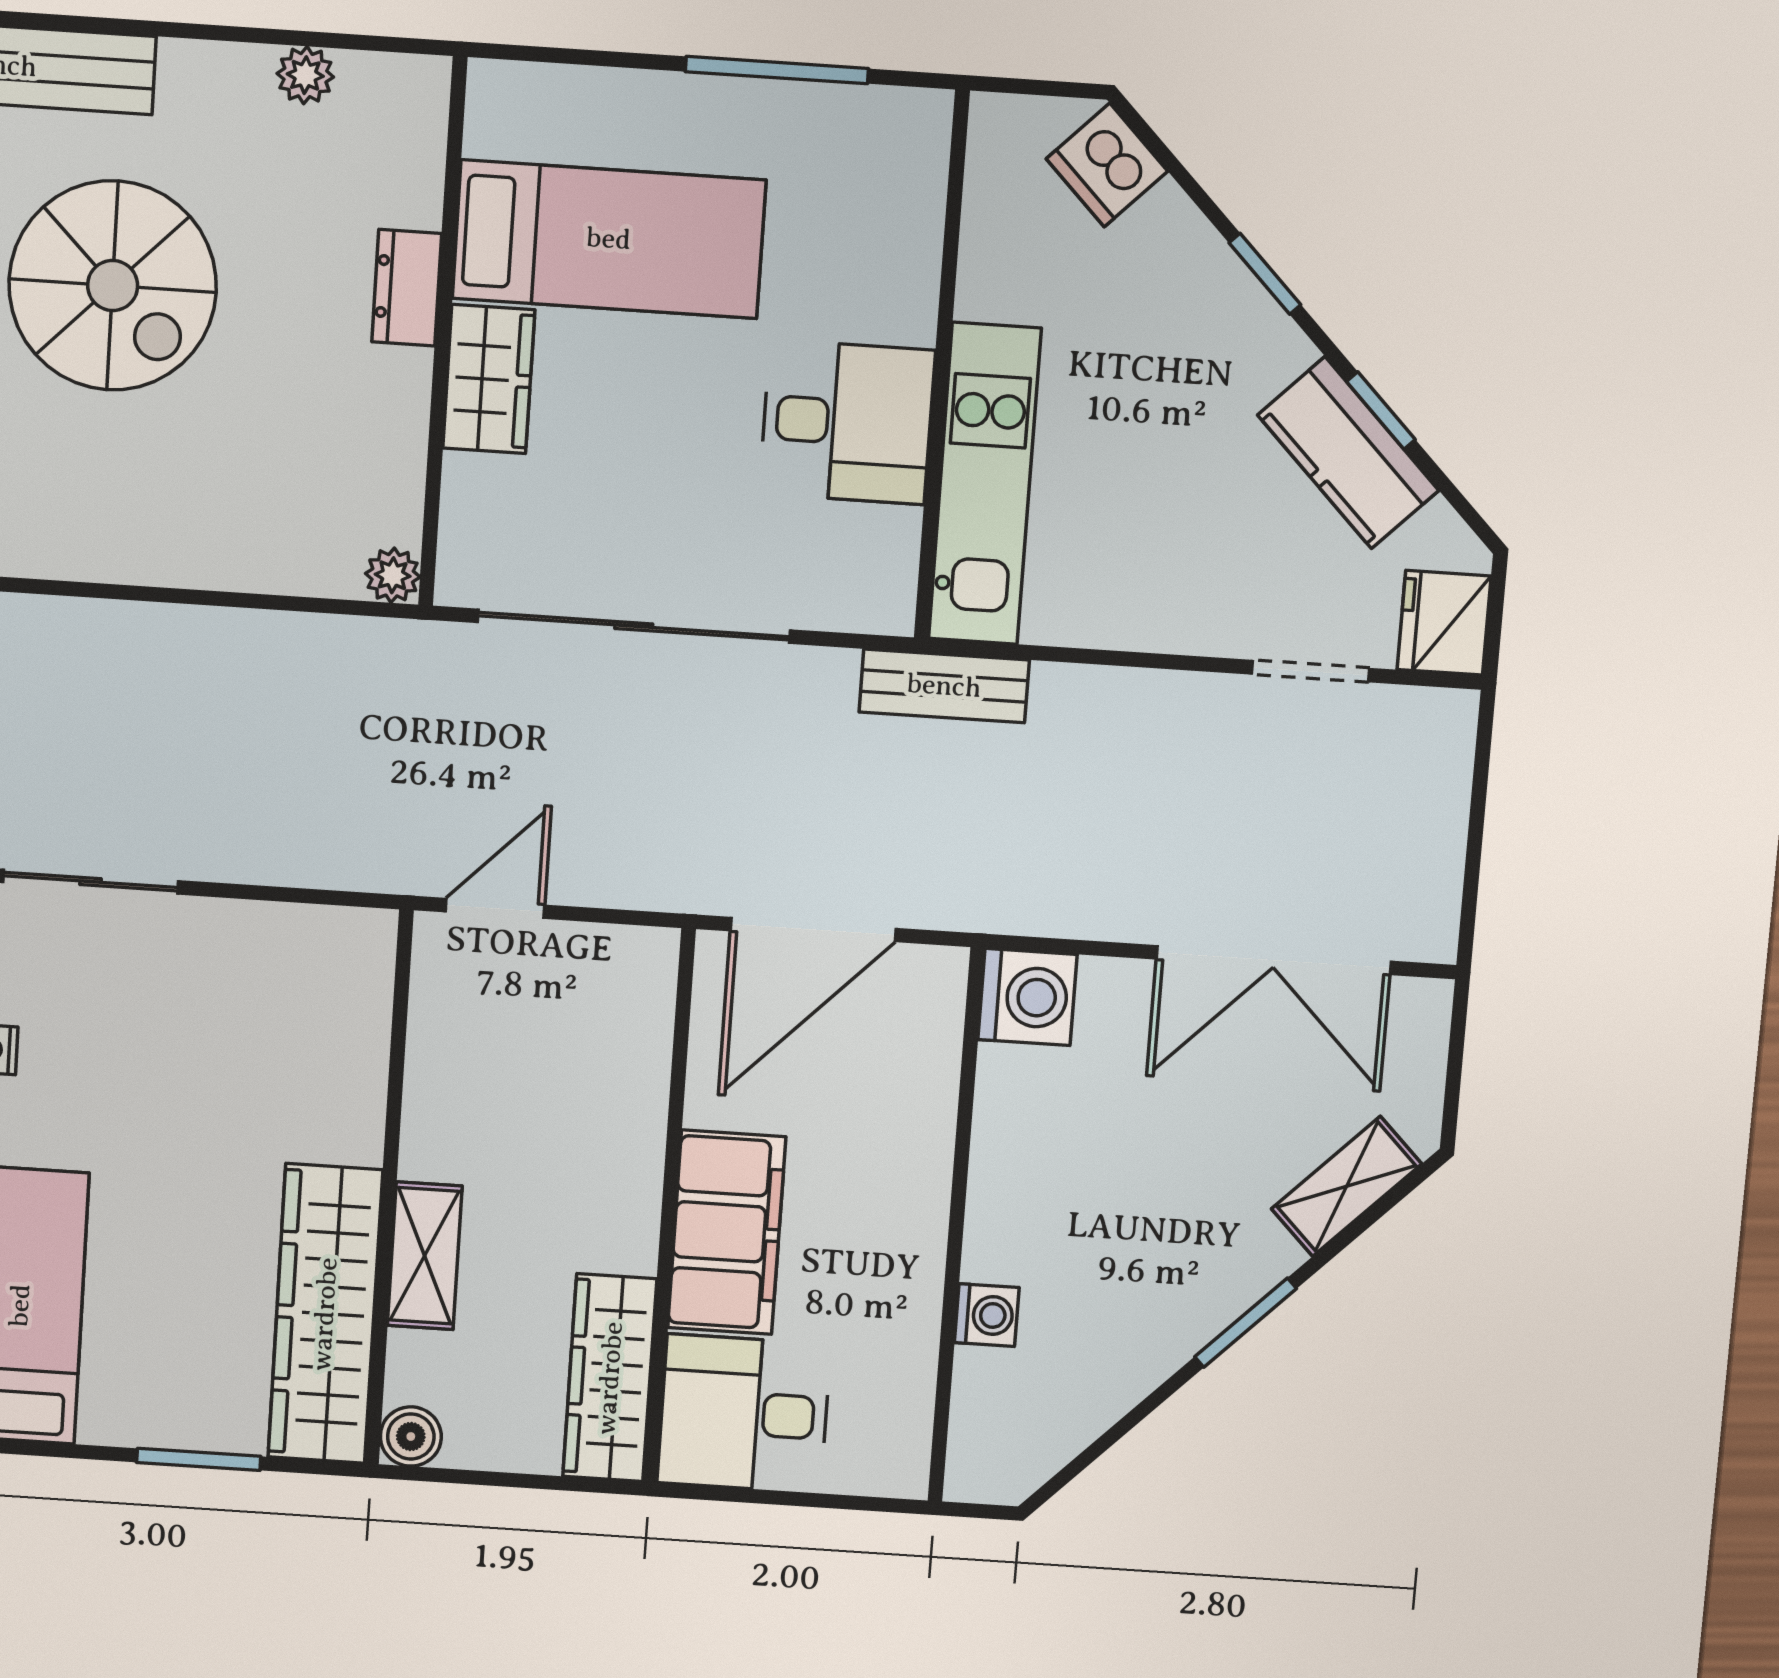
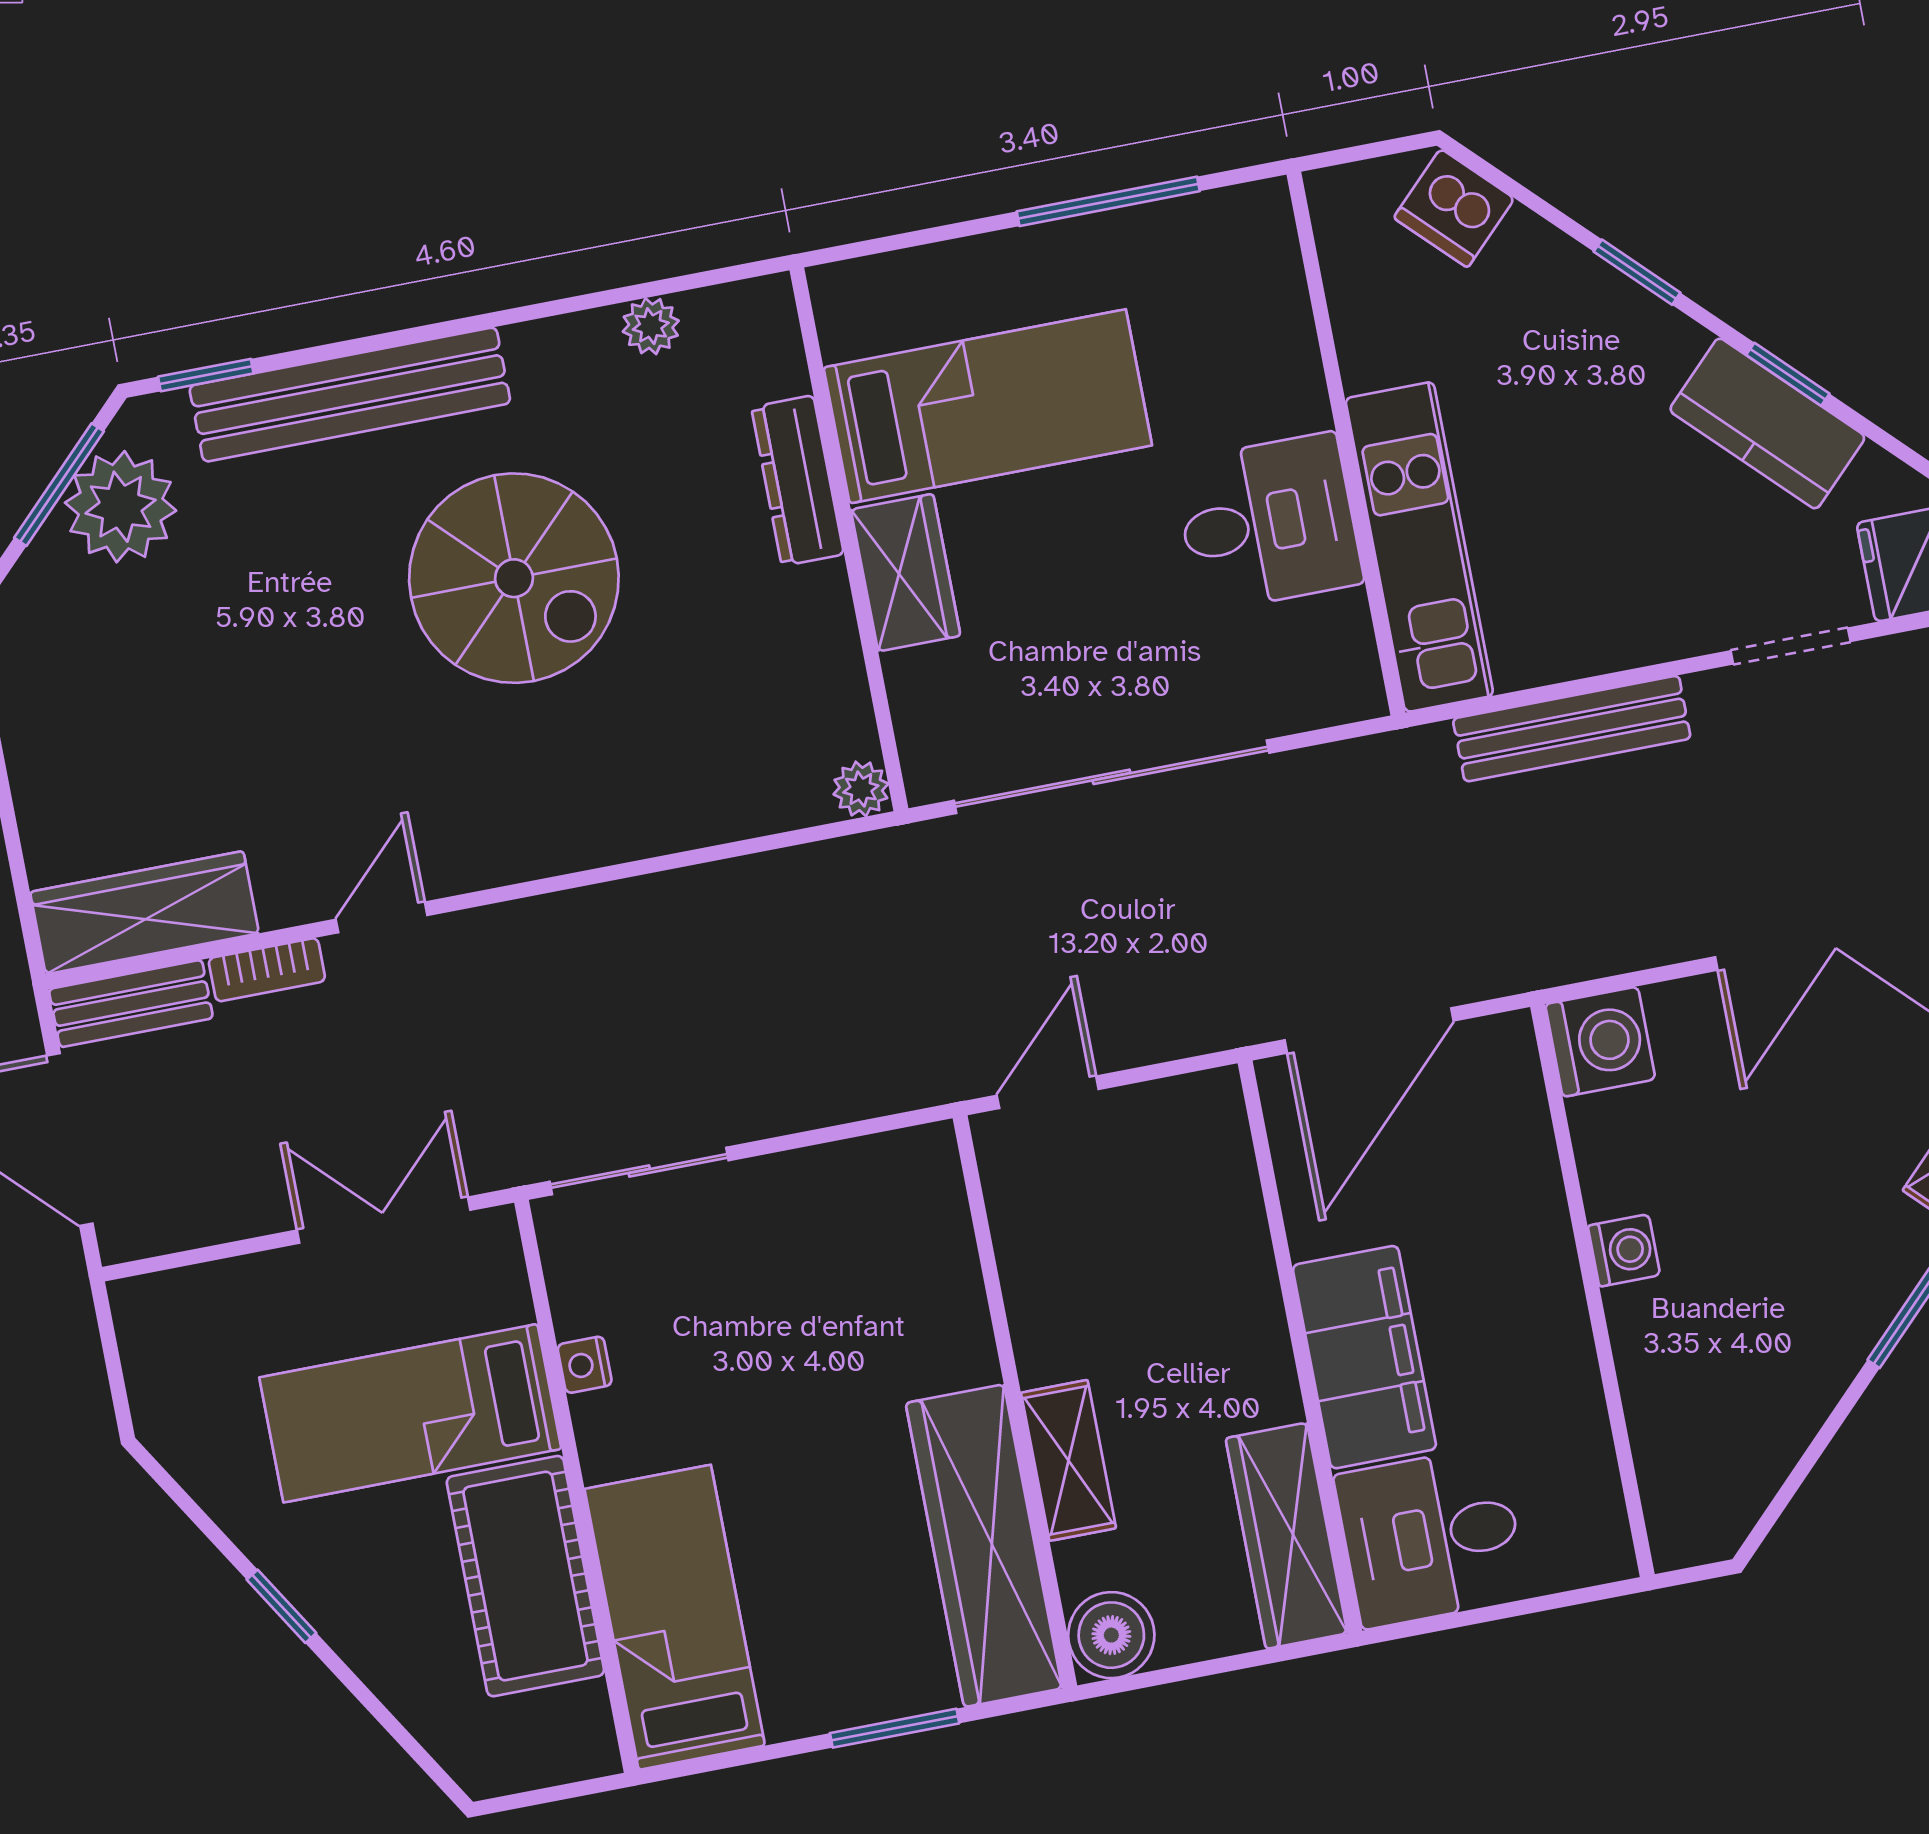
dresser: (407, 288) -> (798, 481), width x1.44
bench: (944, 686) -> (1572, 729), moved, width x1.36
washing machine: (987, 1315) -> (1624, 1250), moved
boiler: (411, 1436) -> (1111, 1635), width x1.36, depth x1.36

